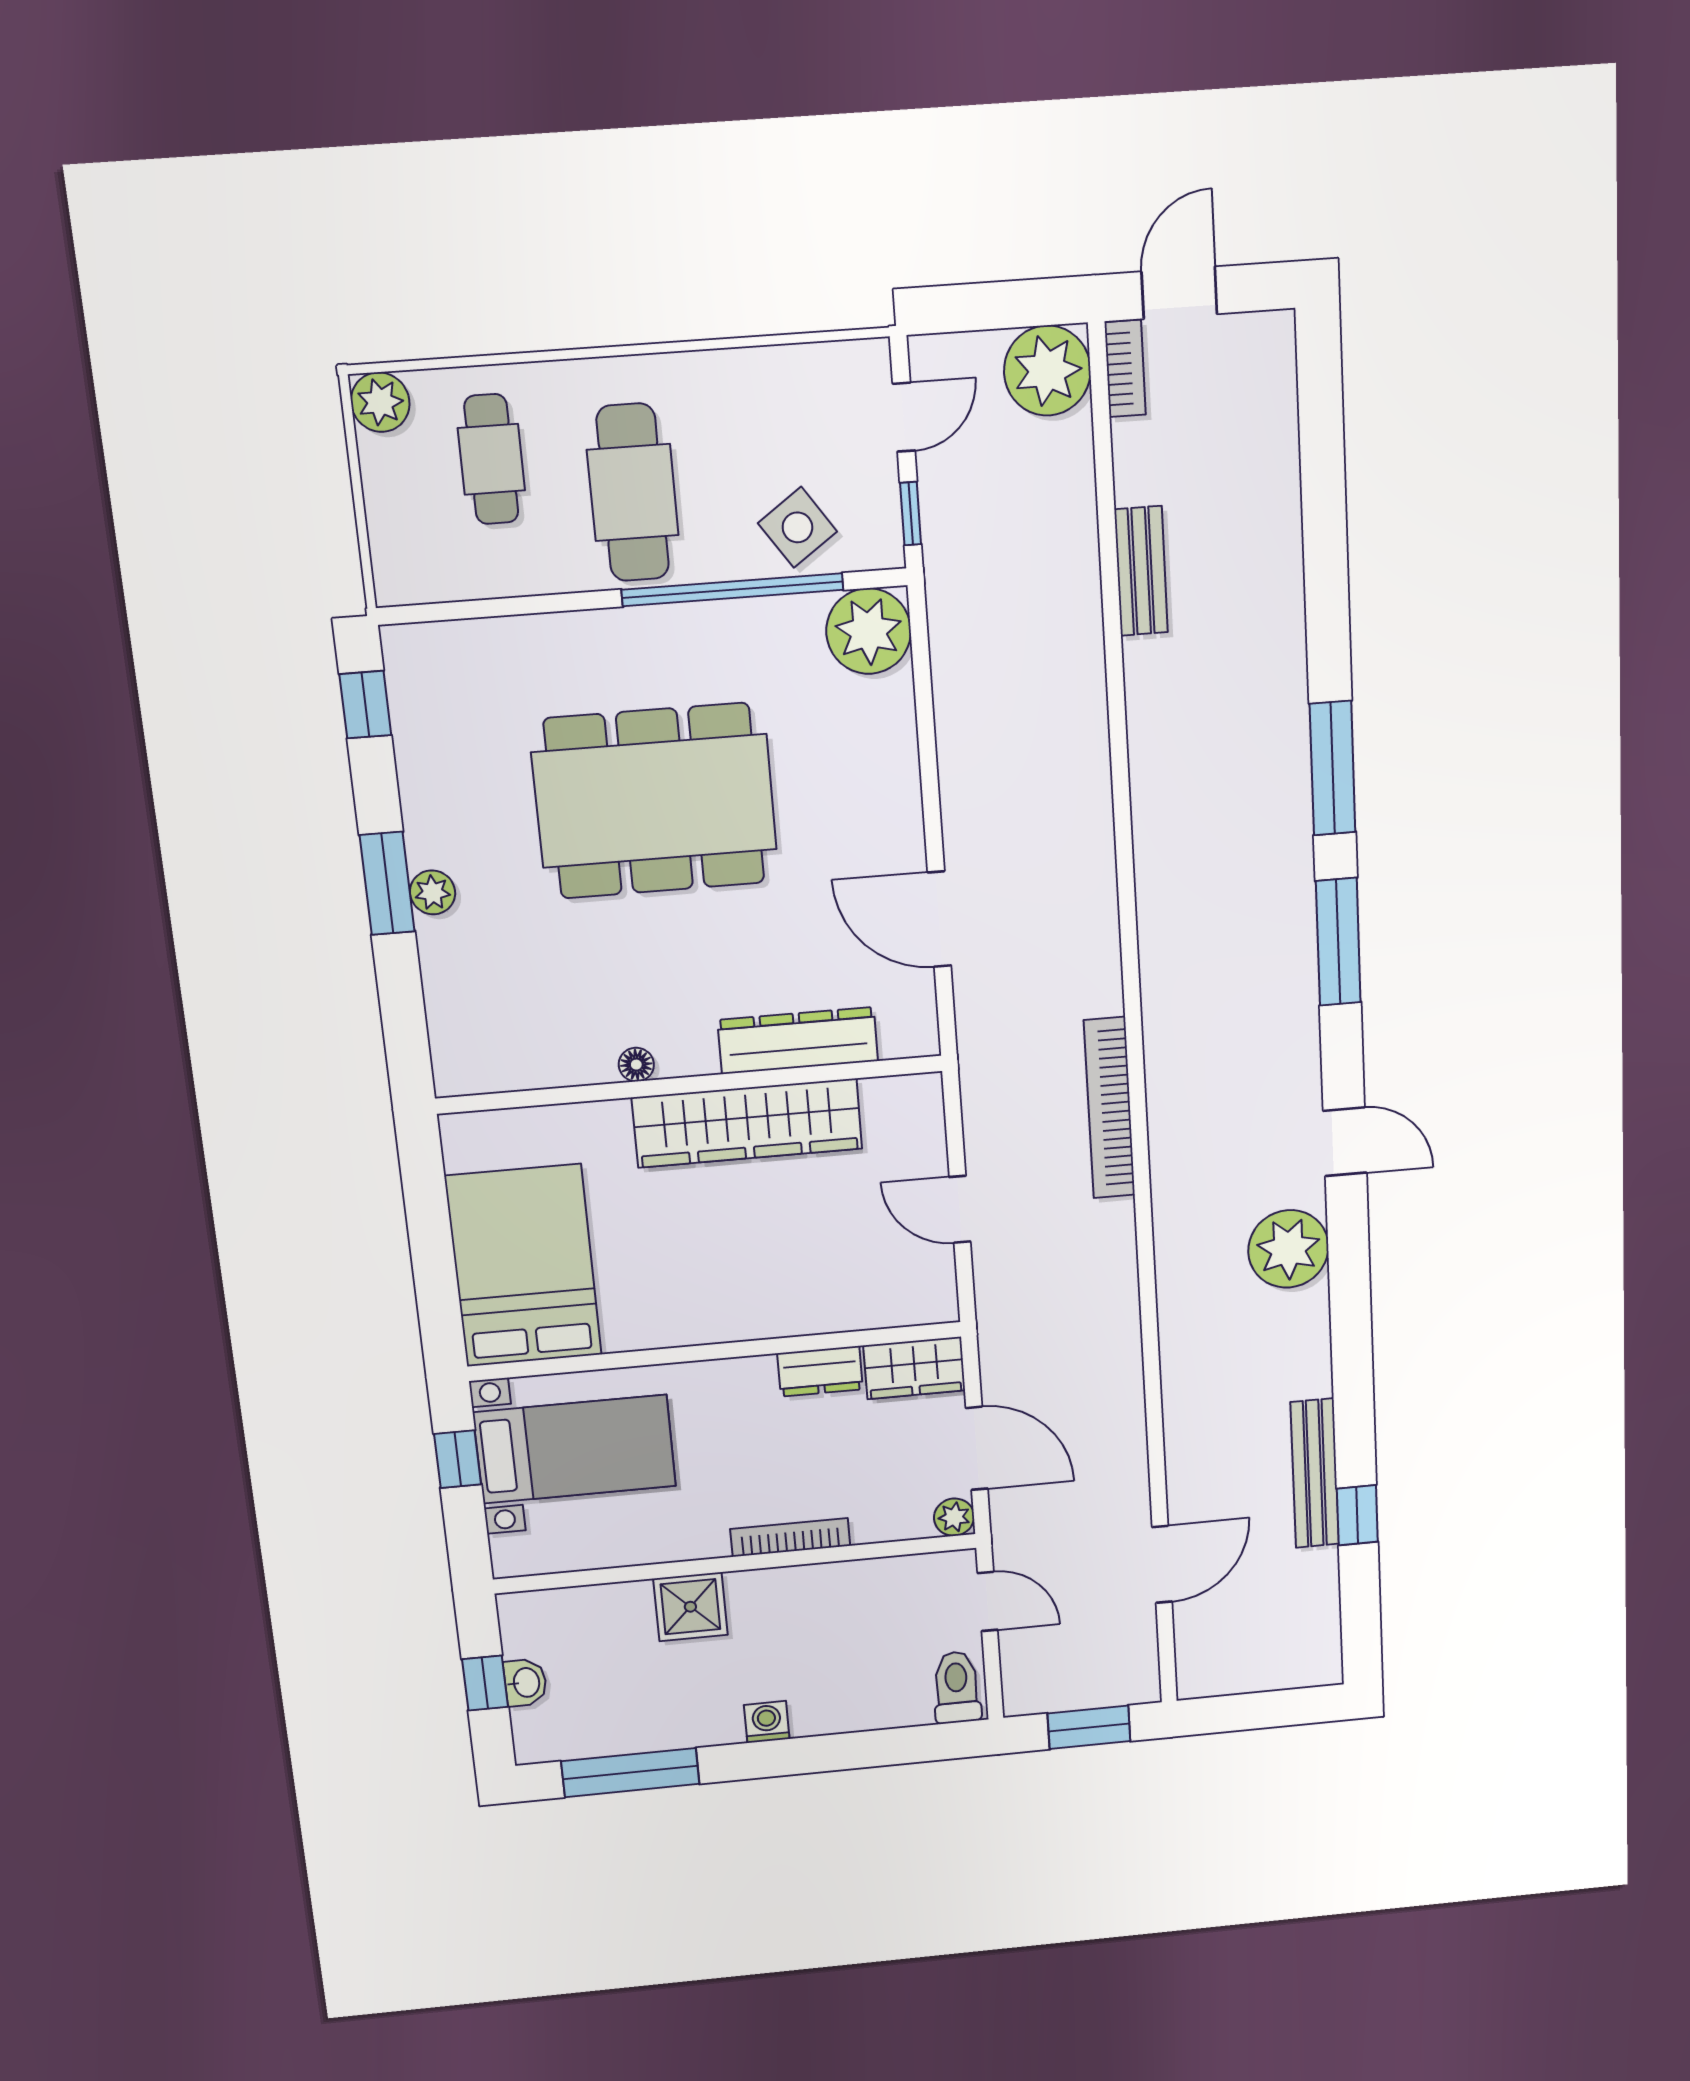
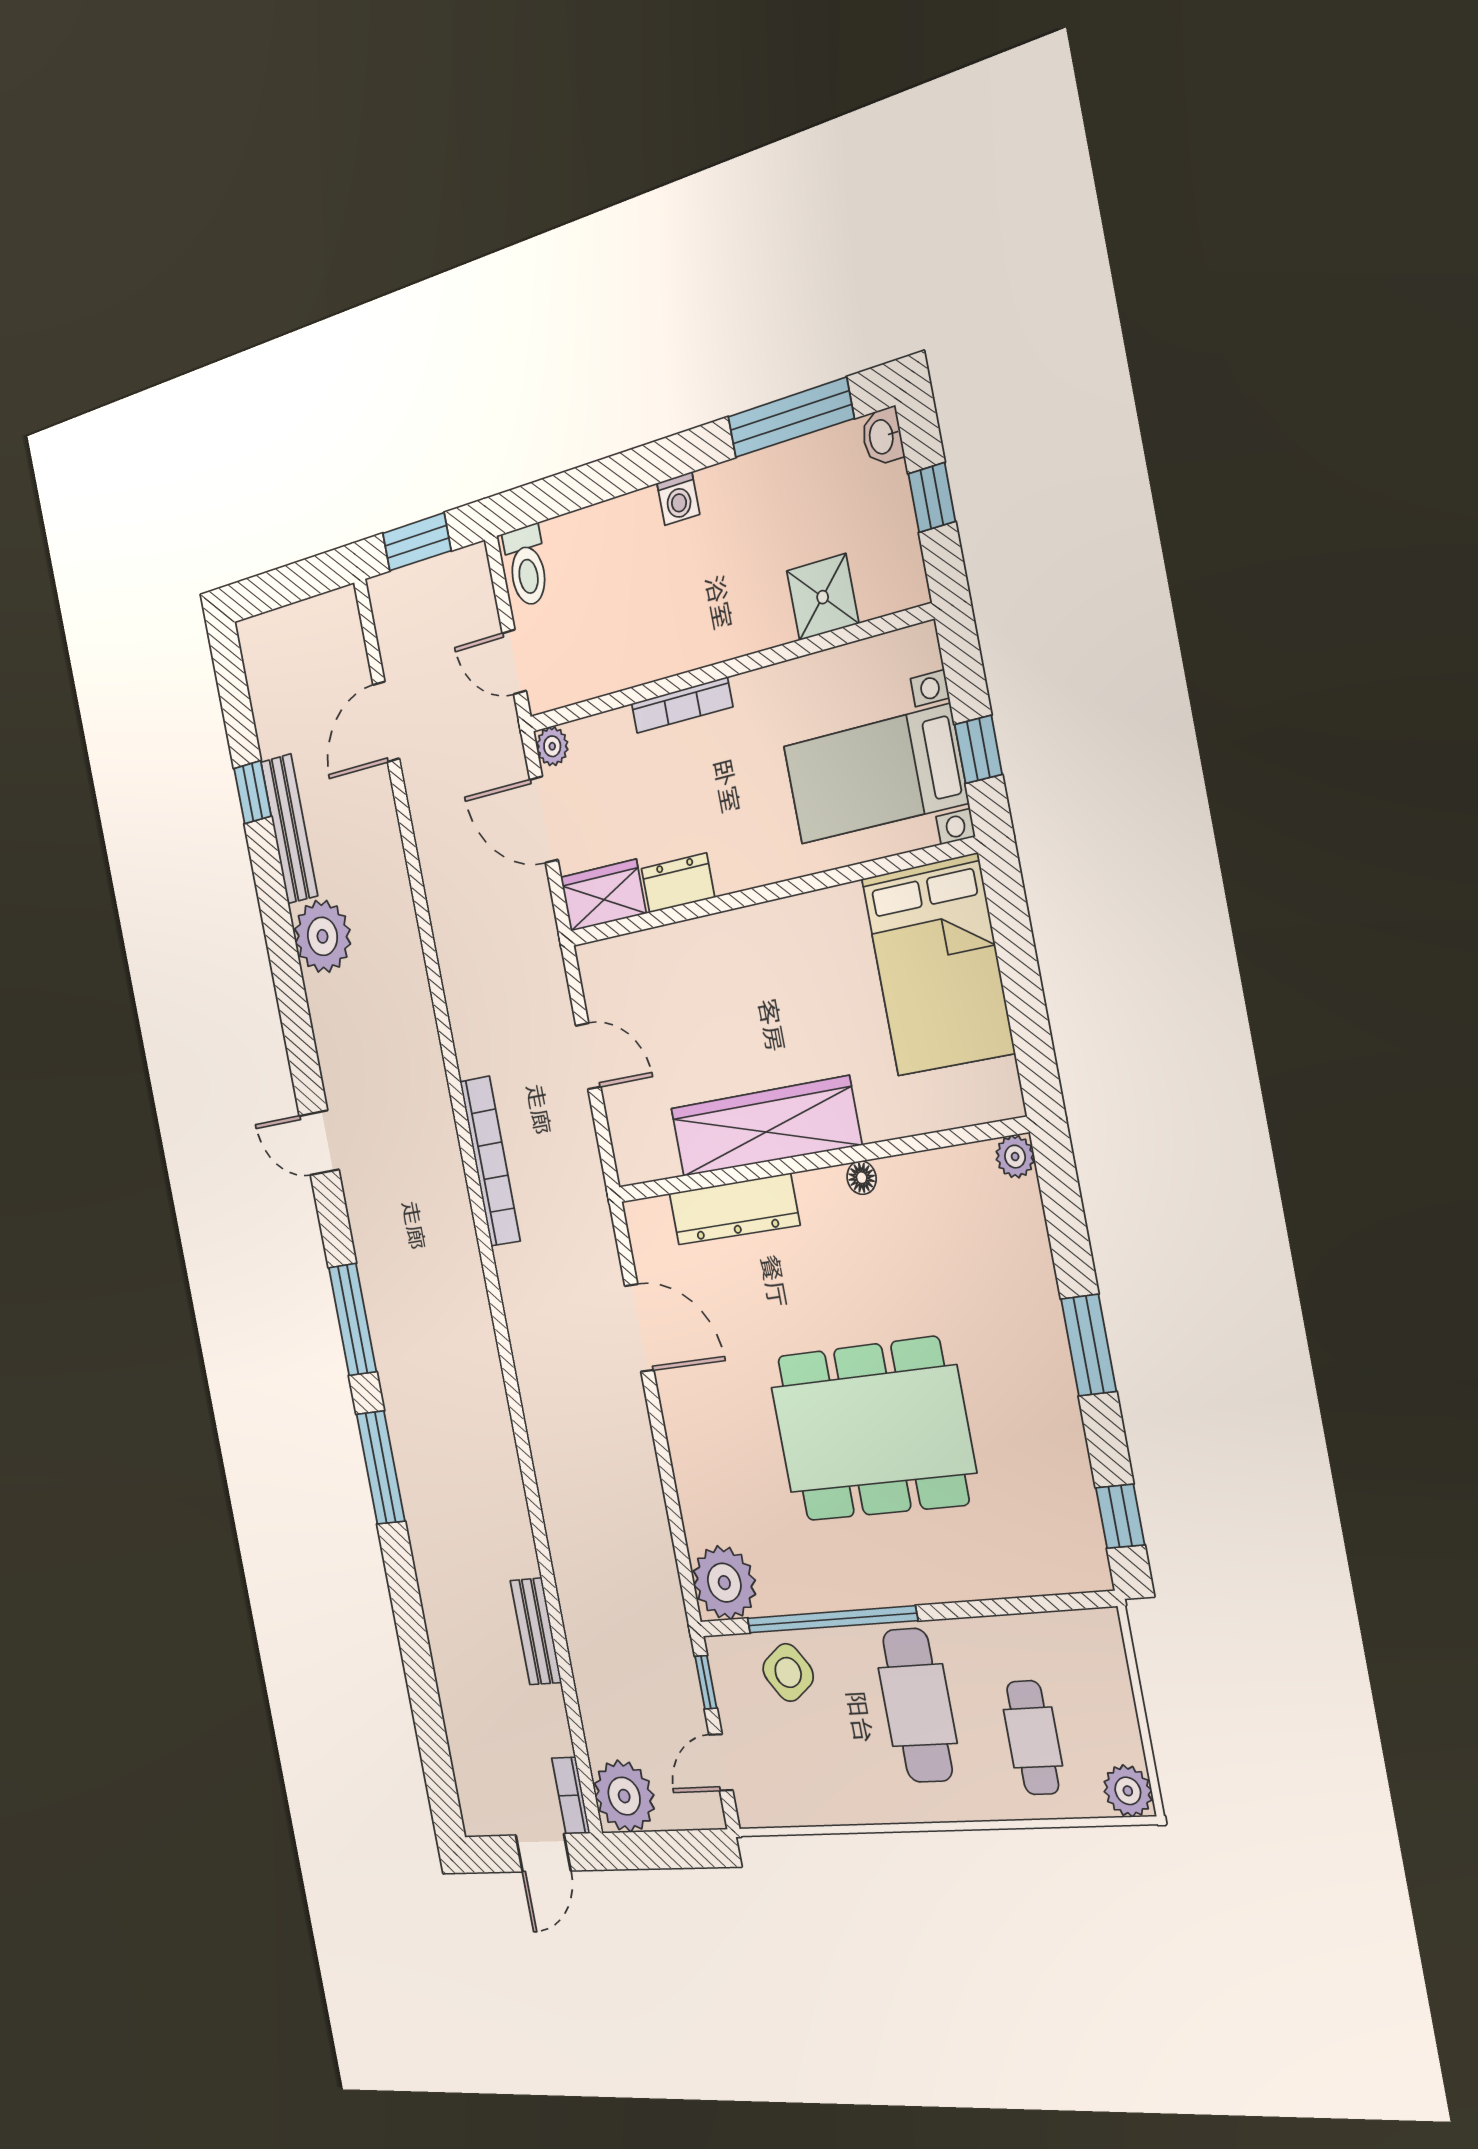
plant: (433, 892) -> (1015, 1157), moved
plant: (1288, 1249) -> (322, 936), moved
shower: (690, 1607) -> (823, 597), moved
washbasin: (525, 1683) -> (882, 437), moved

